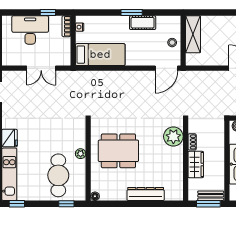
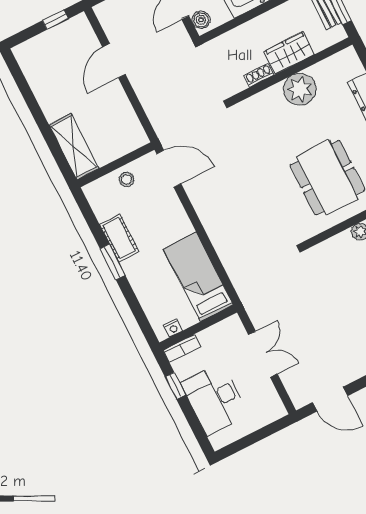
shelving: (193, 34) -> (74, 147), moved, turned 90
plant: (173, 136) -> (300, 89), moved

